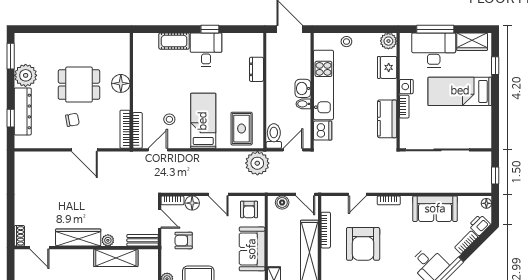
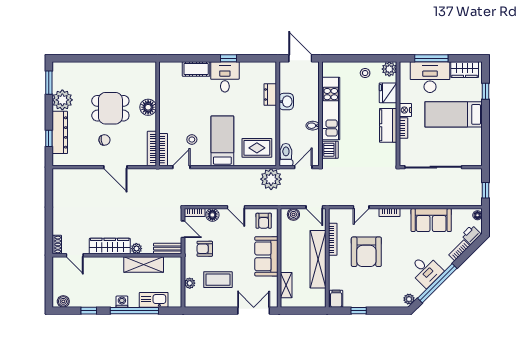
stool: (346, 42) -> (365, 73), moved
washbasin: (303, 88) -> (286, 102), moved, turned 180
kitchen counter: (387, 119) -> (388, 125), moved
rug: (242, 129) -> (257, 148), turned 90

